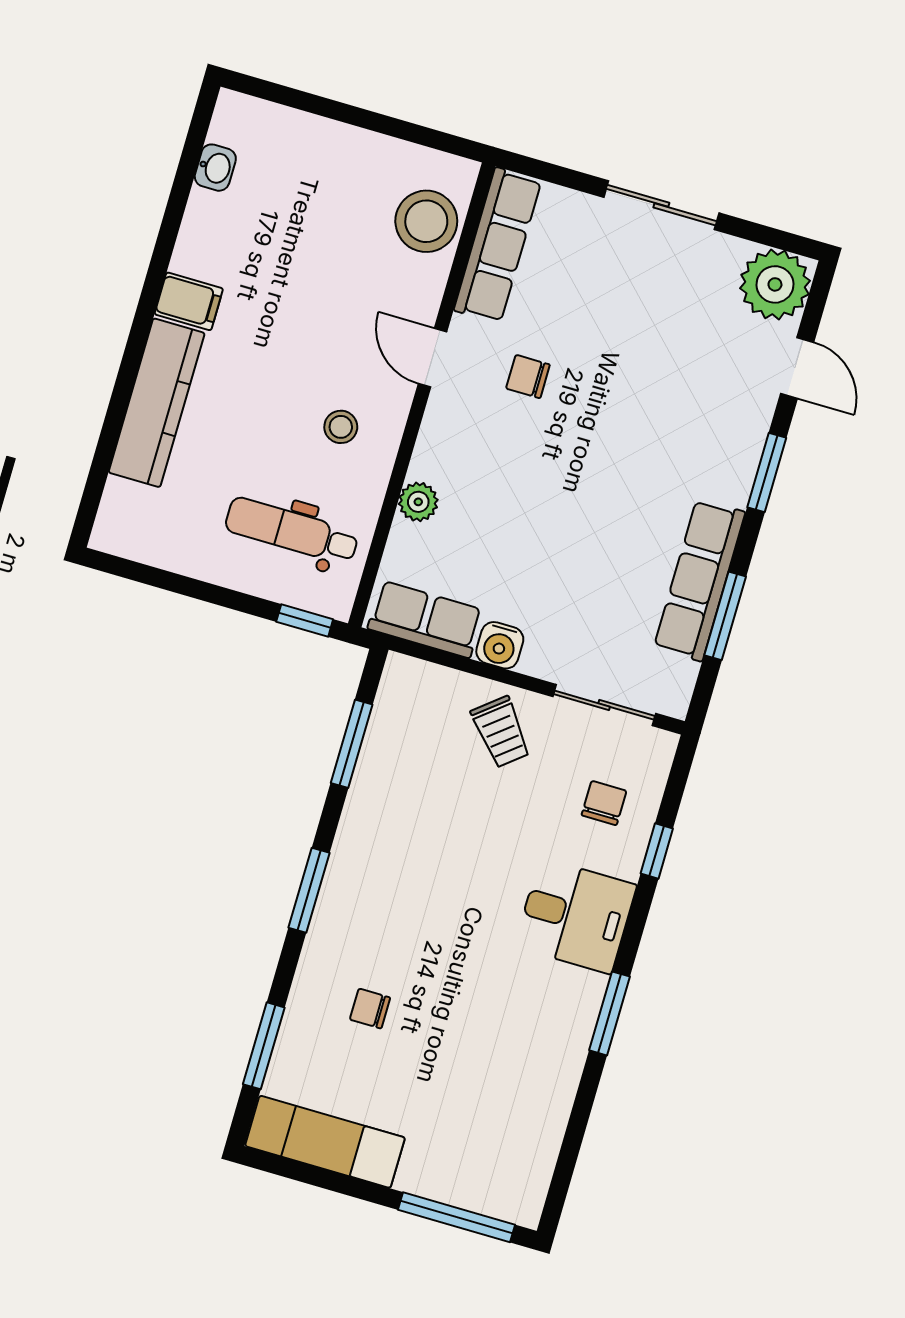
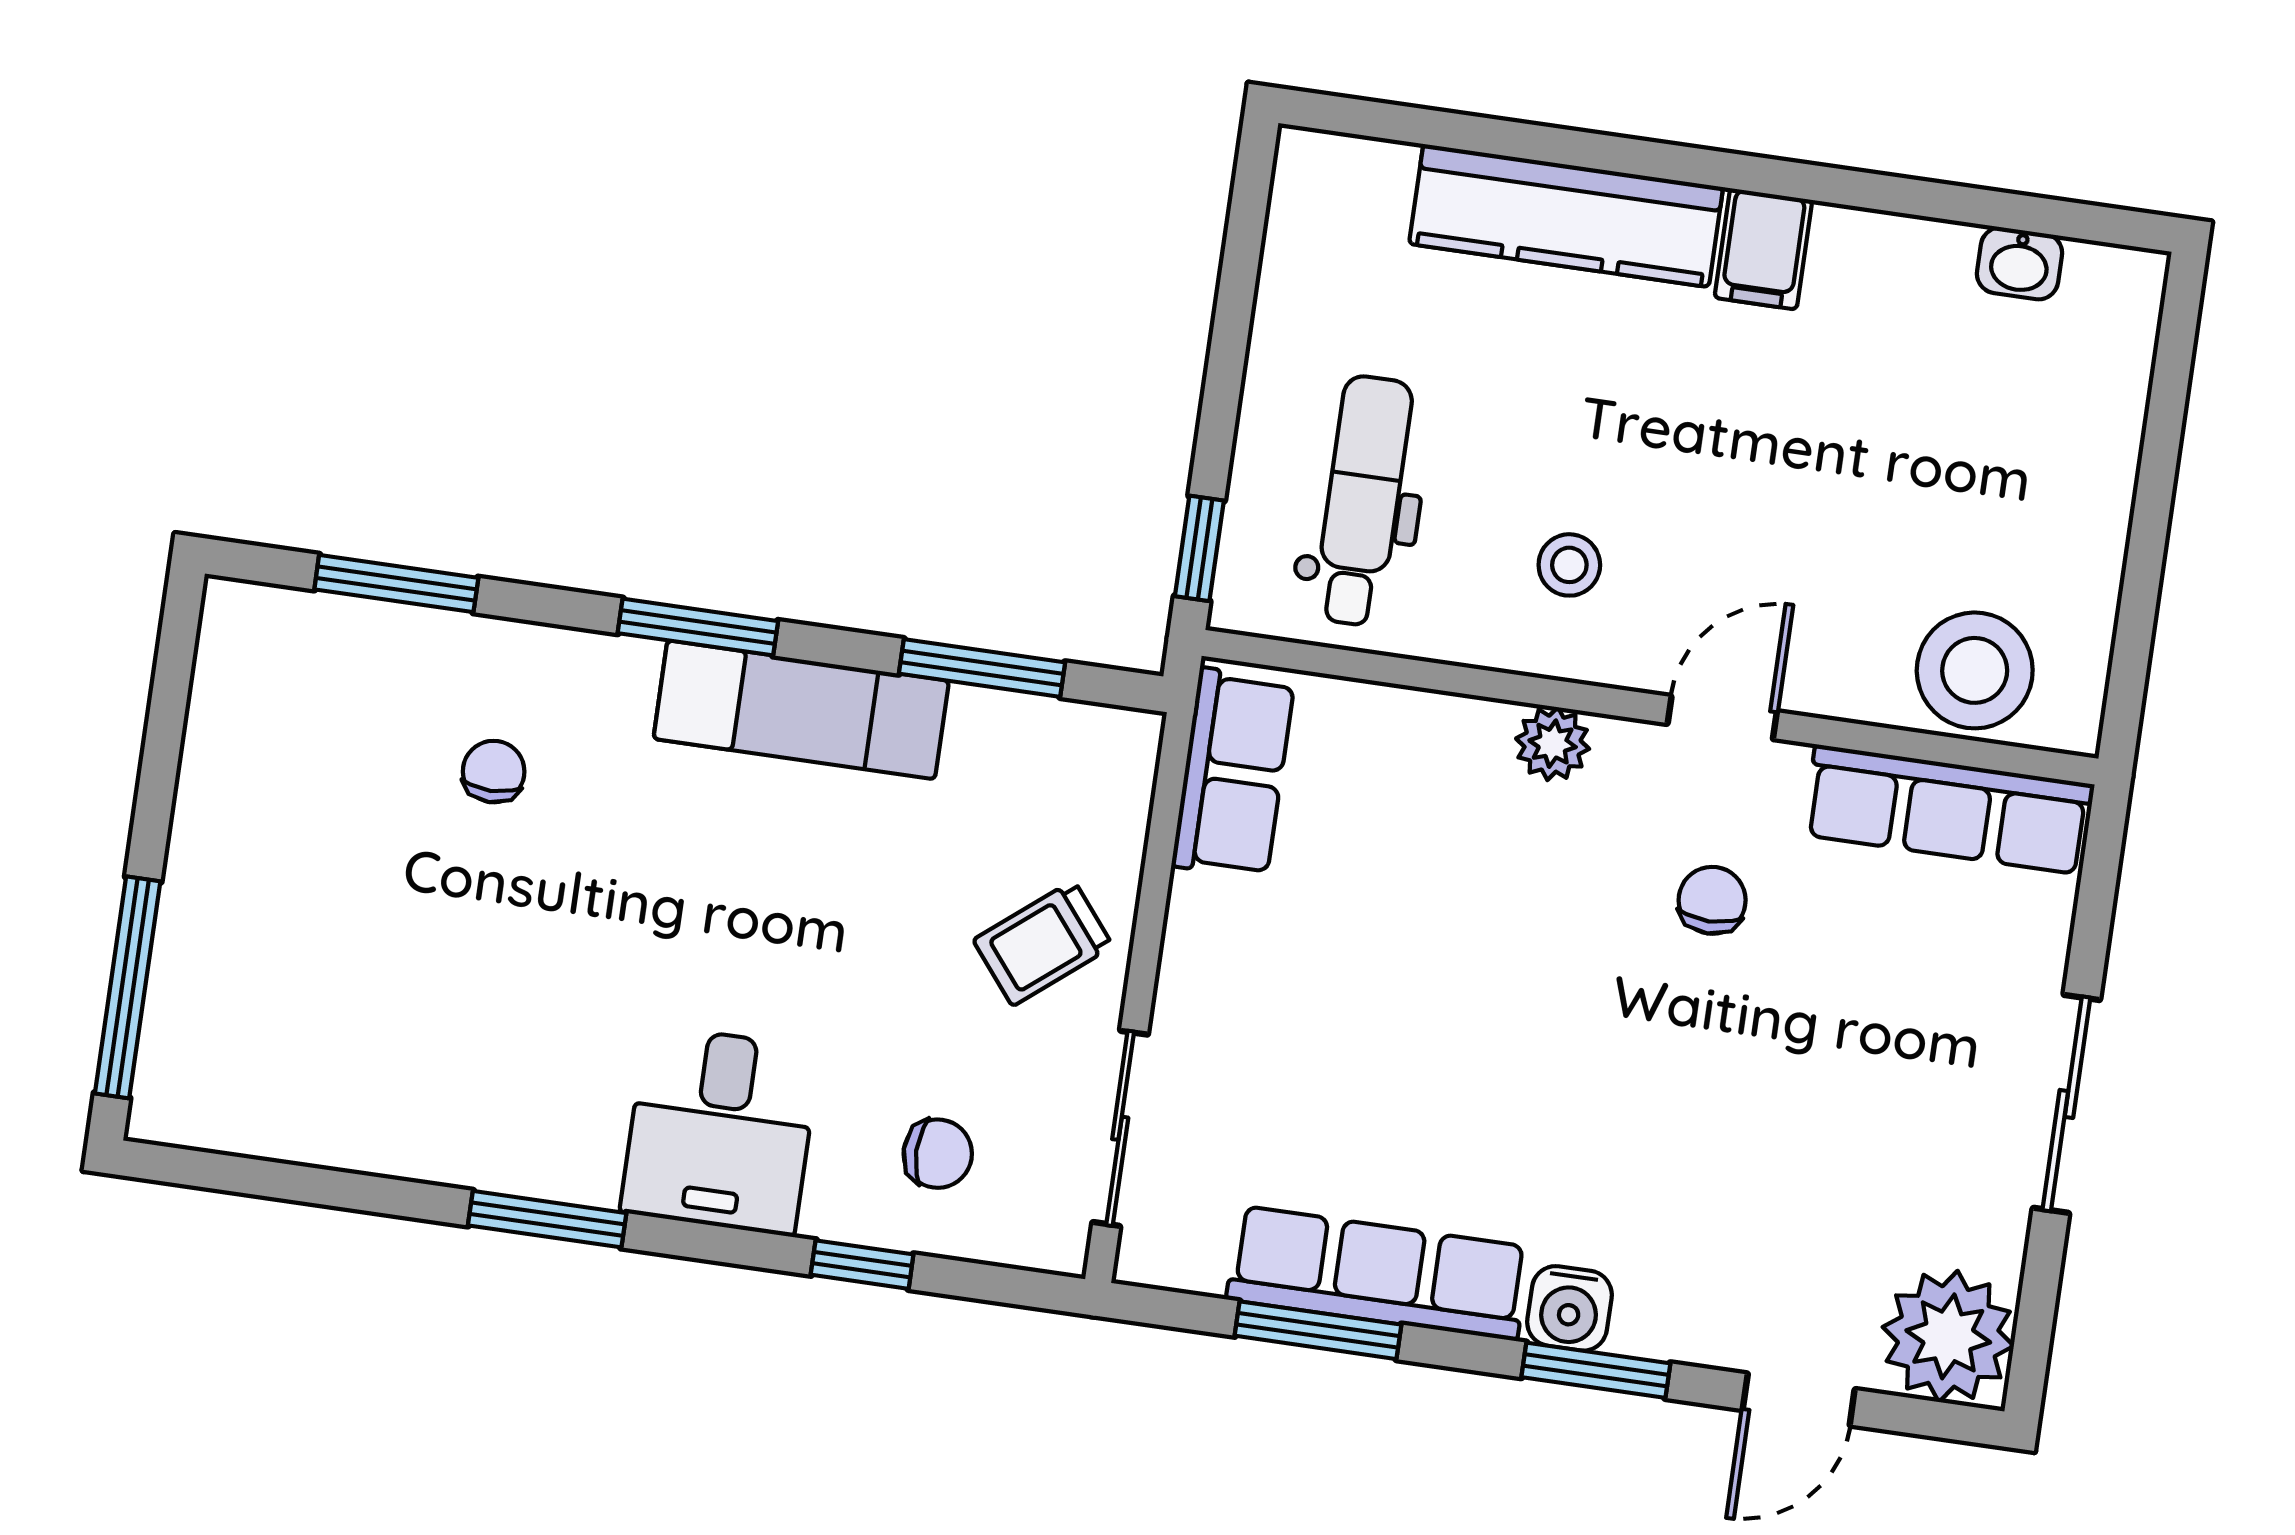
plant: (418, 502) -> (1553, 744), moved
water cooler: (500, 645) -> (1569, 1308), moved, turned -90
exam couch: (325, 1142) -> (801, 710), moved, turned 90

